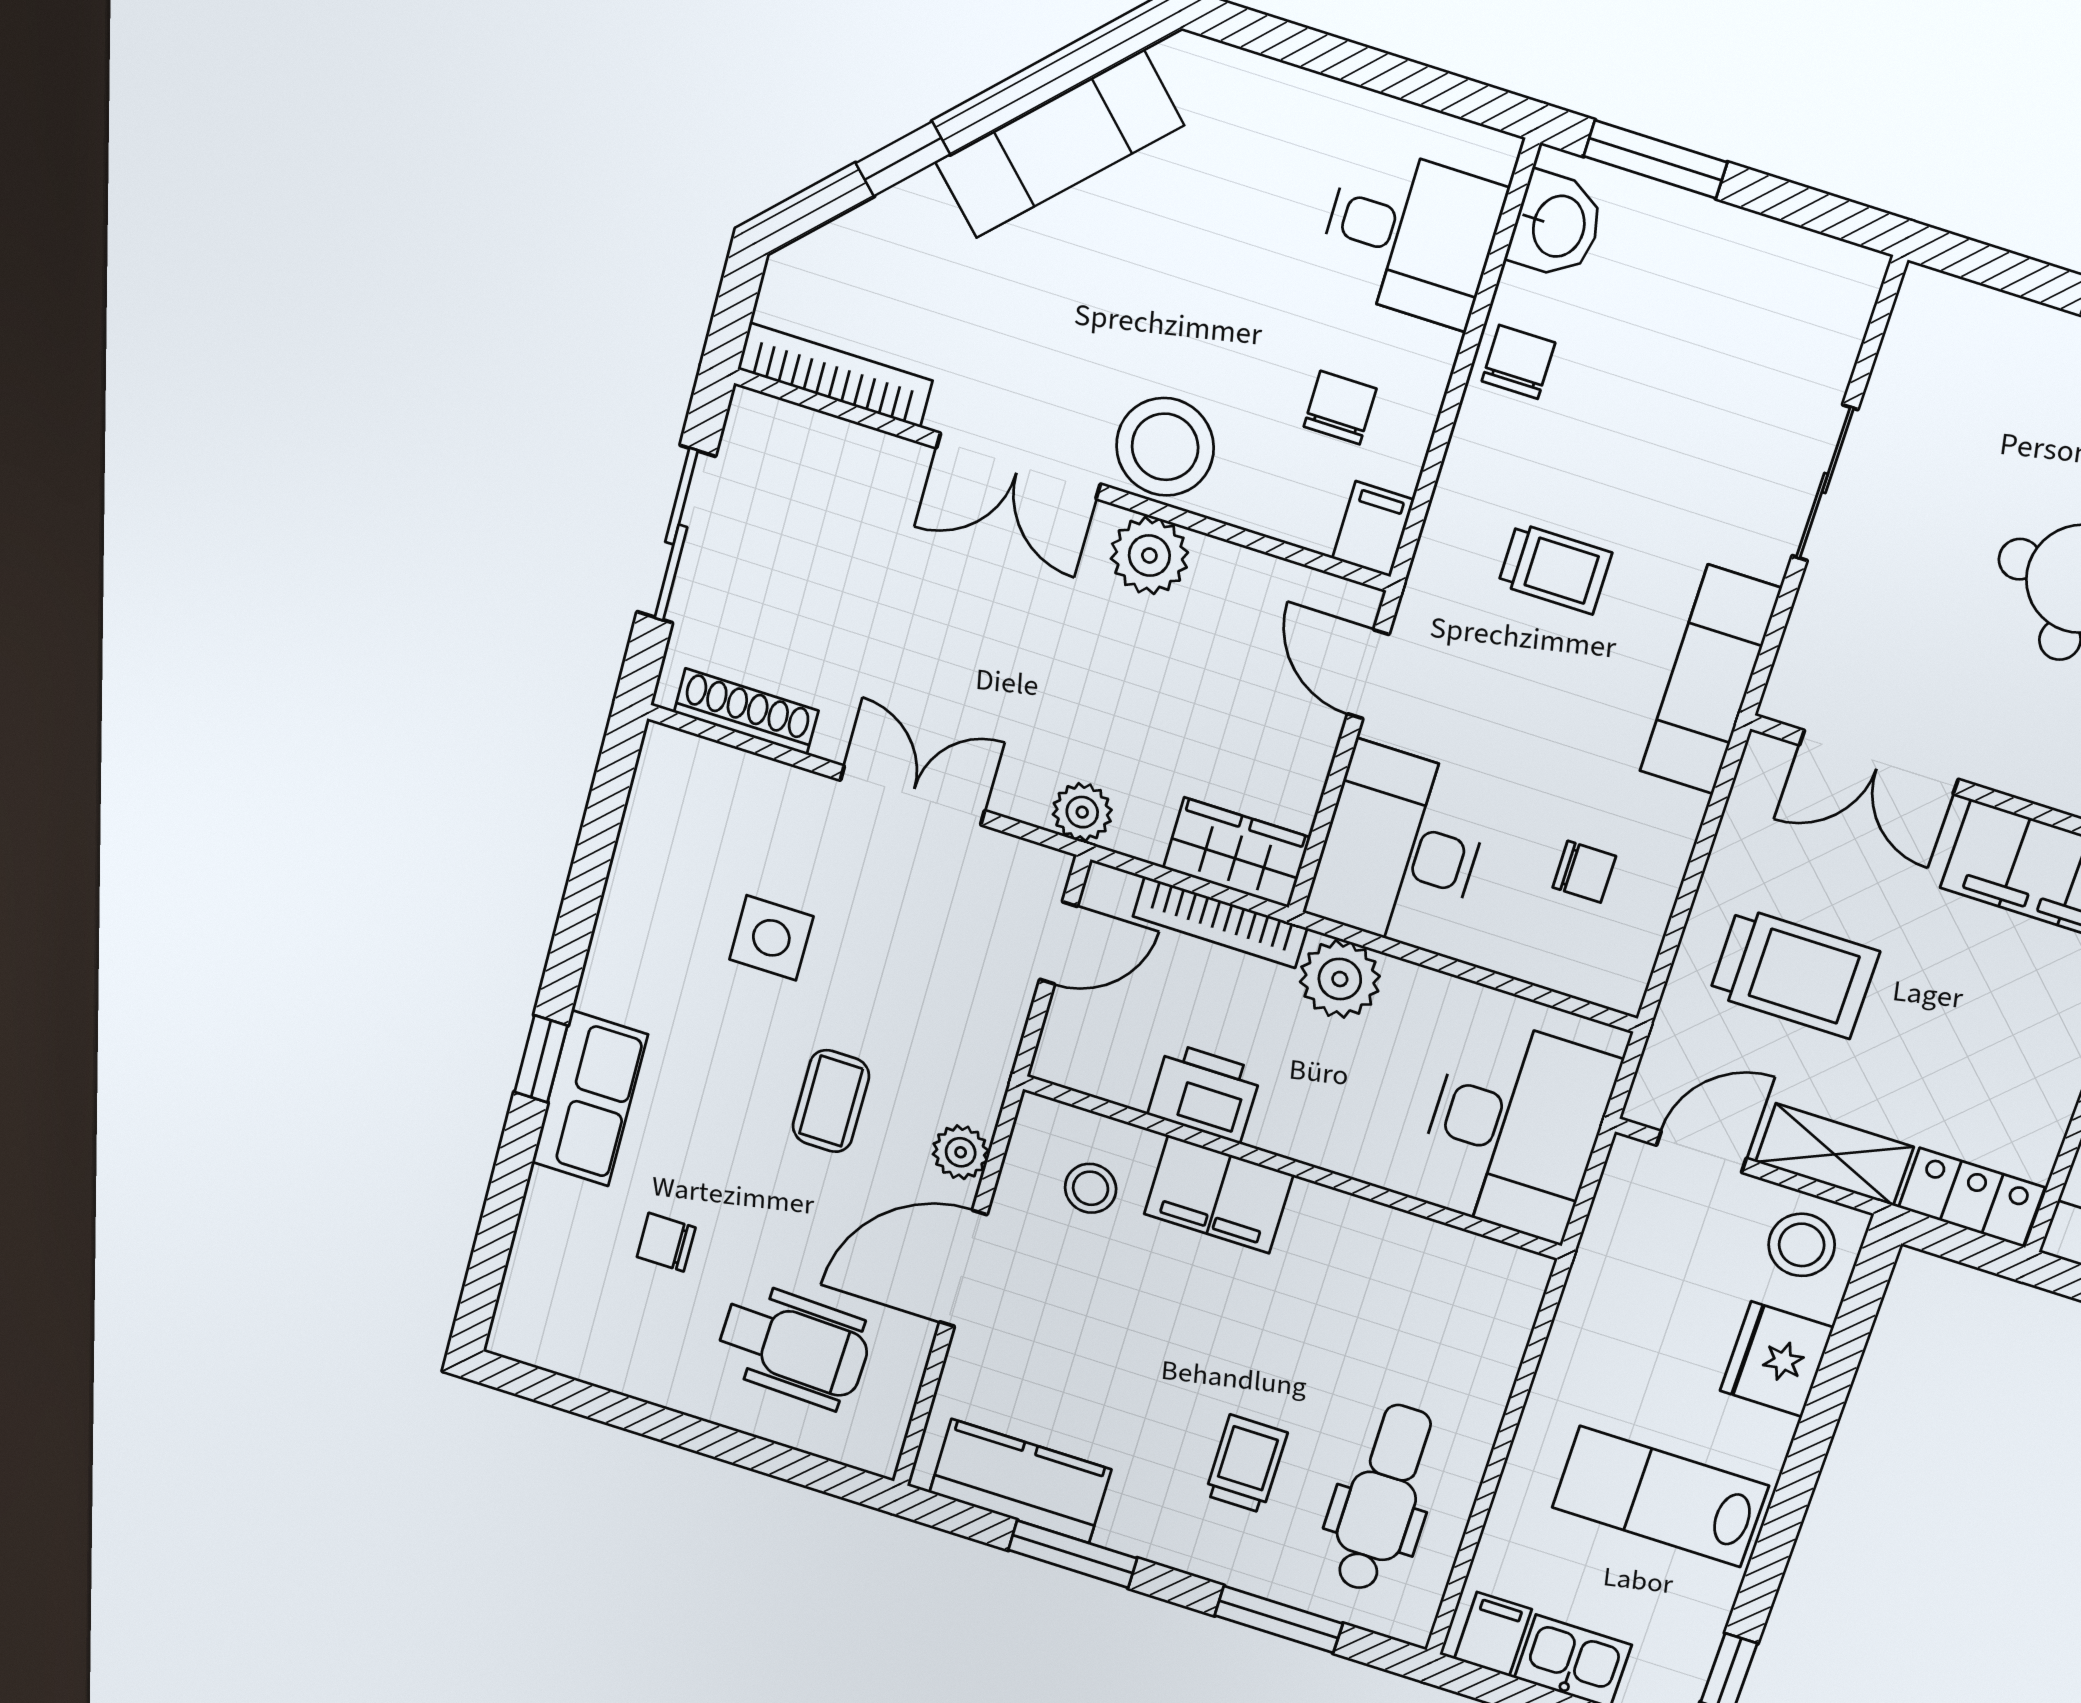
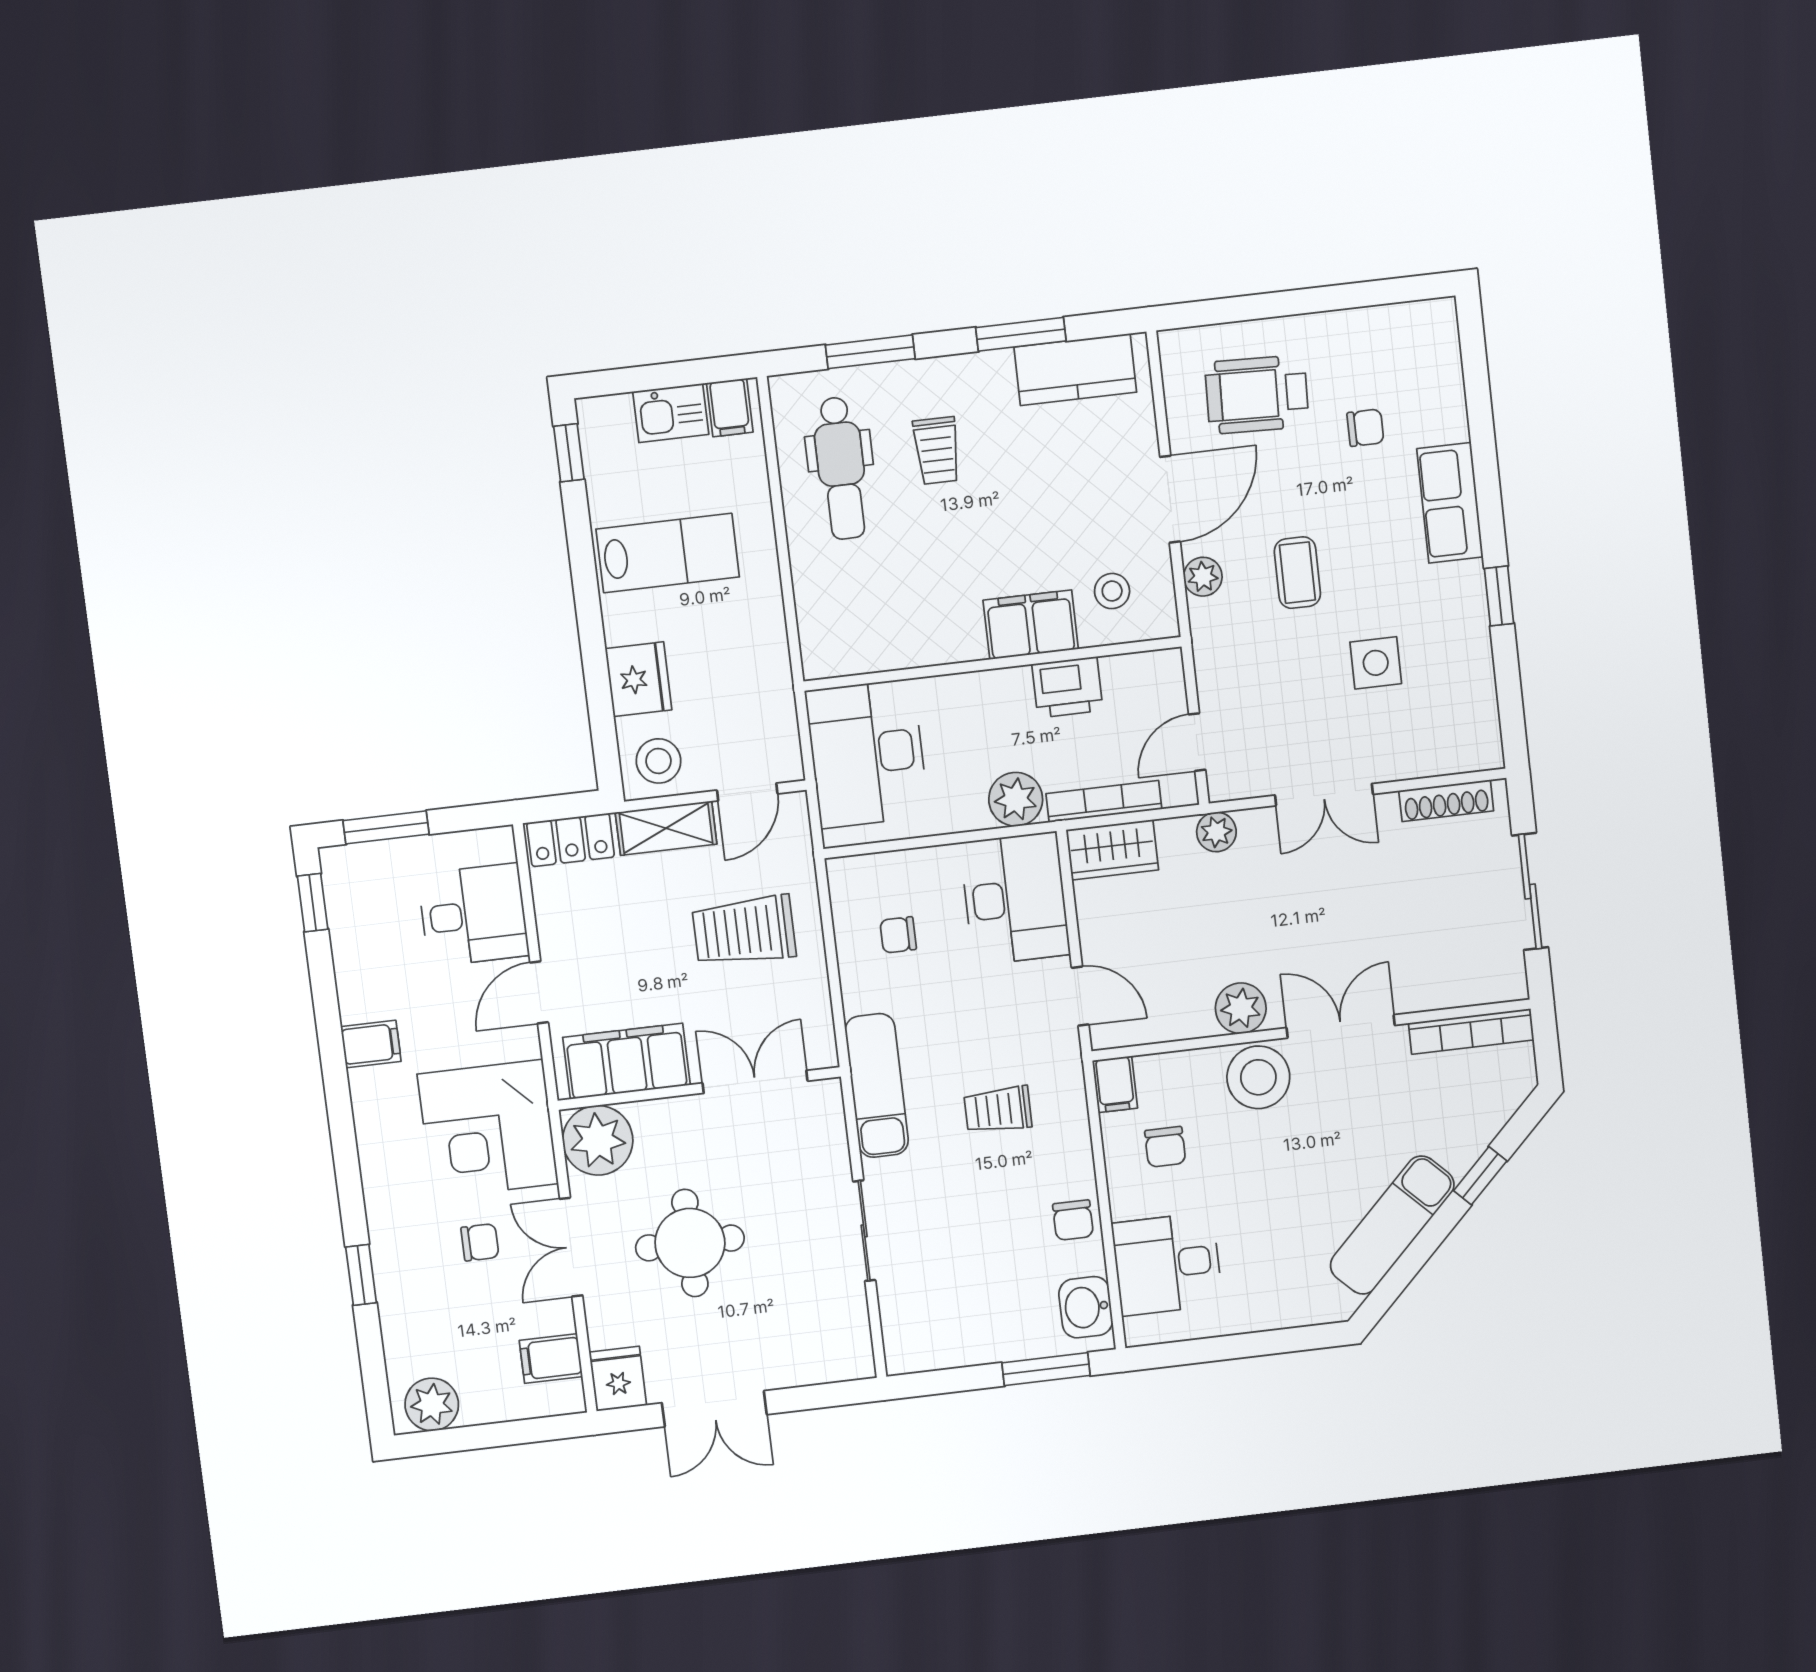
window: (541, 1059) -> (1499, 596), moved

